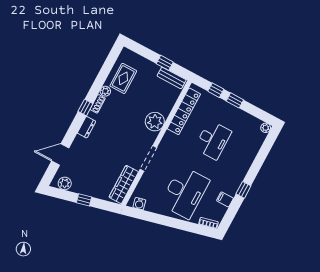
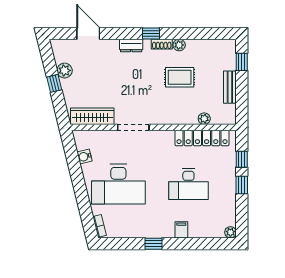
window: (165, 63) -> (242, 62), moved
rug: (123, 78) -> (180, 77), moved
bench: (172, 78) -> (230, 87), moved
plant: (155, 122) -> (204, 119), moved, width x0.53, depth x0.53
plant: (65, 183) -> (65, 71), moved
filing cabinet: (225, 199) -> (181, 230), moved
water cooler: (139, 204) -> (84, 157), moved

